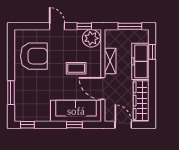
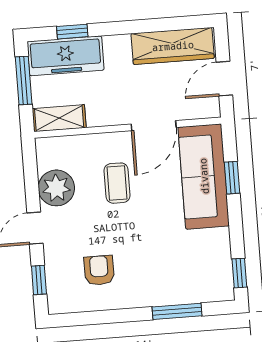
window: (84, 26) -> (39, 280), moved
plant: (91, 38) -> (56, 188), moved
armchair: (34, 56) -> (99, 270), width x0.53, depth x0.53
shelving: (110, 61) -> (59, 118), moved
freezer: (140, 61) -> (66, 56), moved

